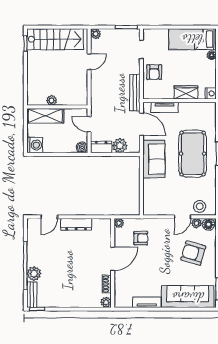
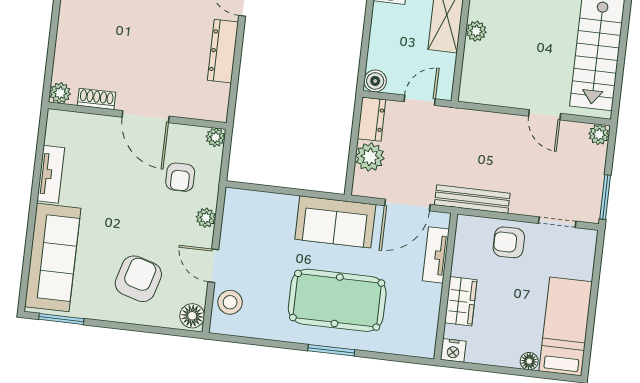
plant: (197, 223) -> (206, 218), moved

